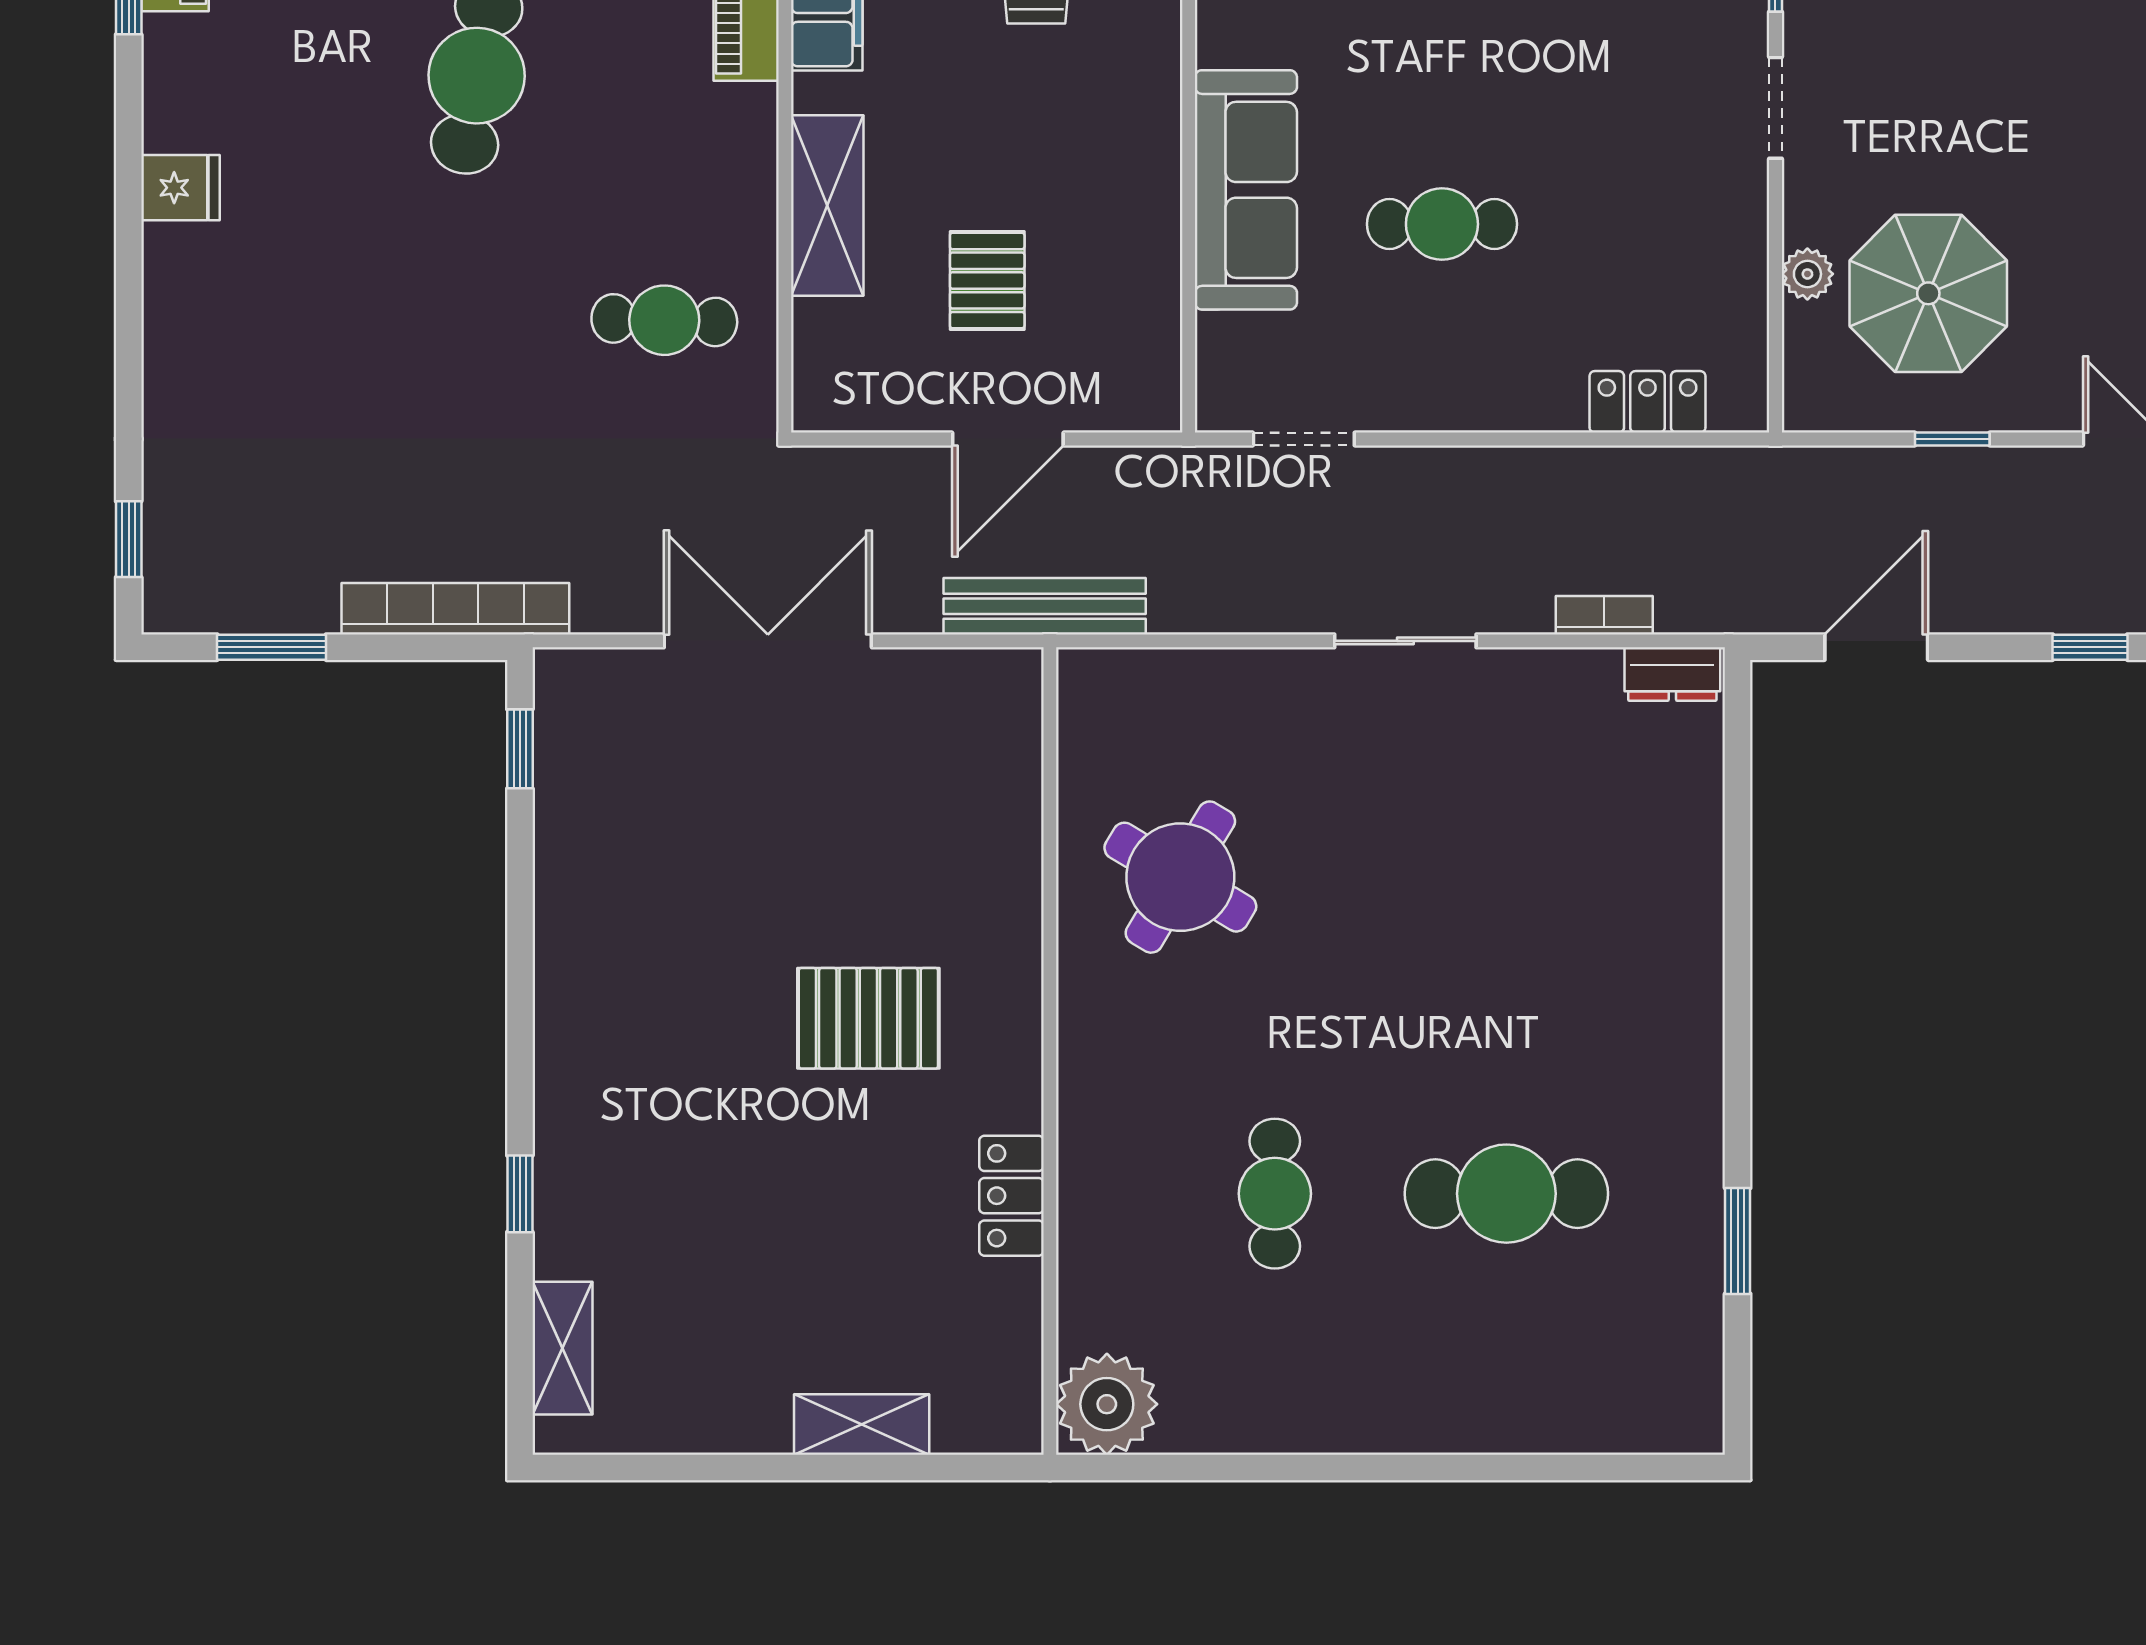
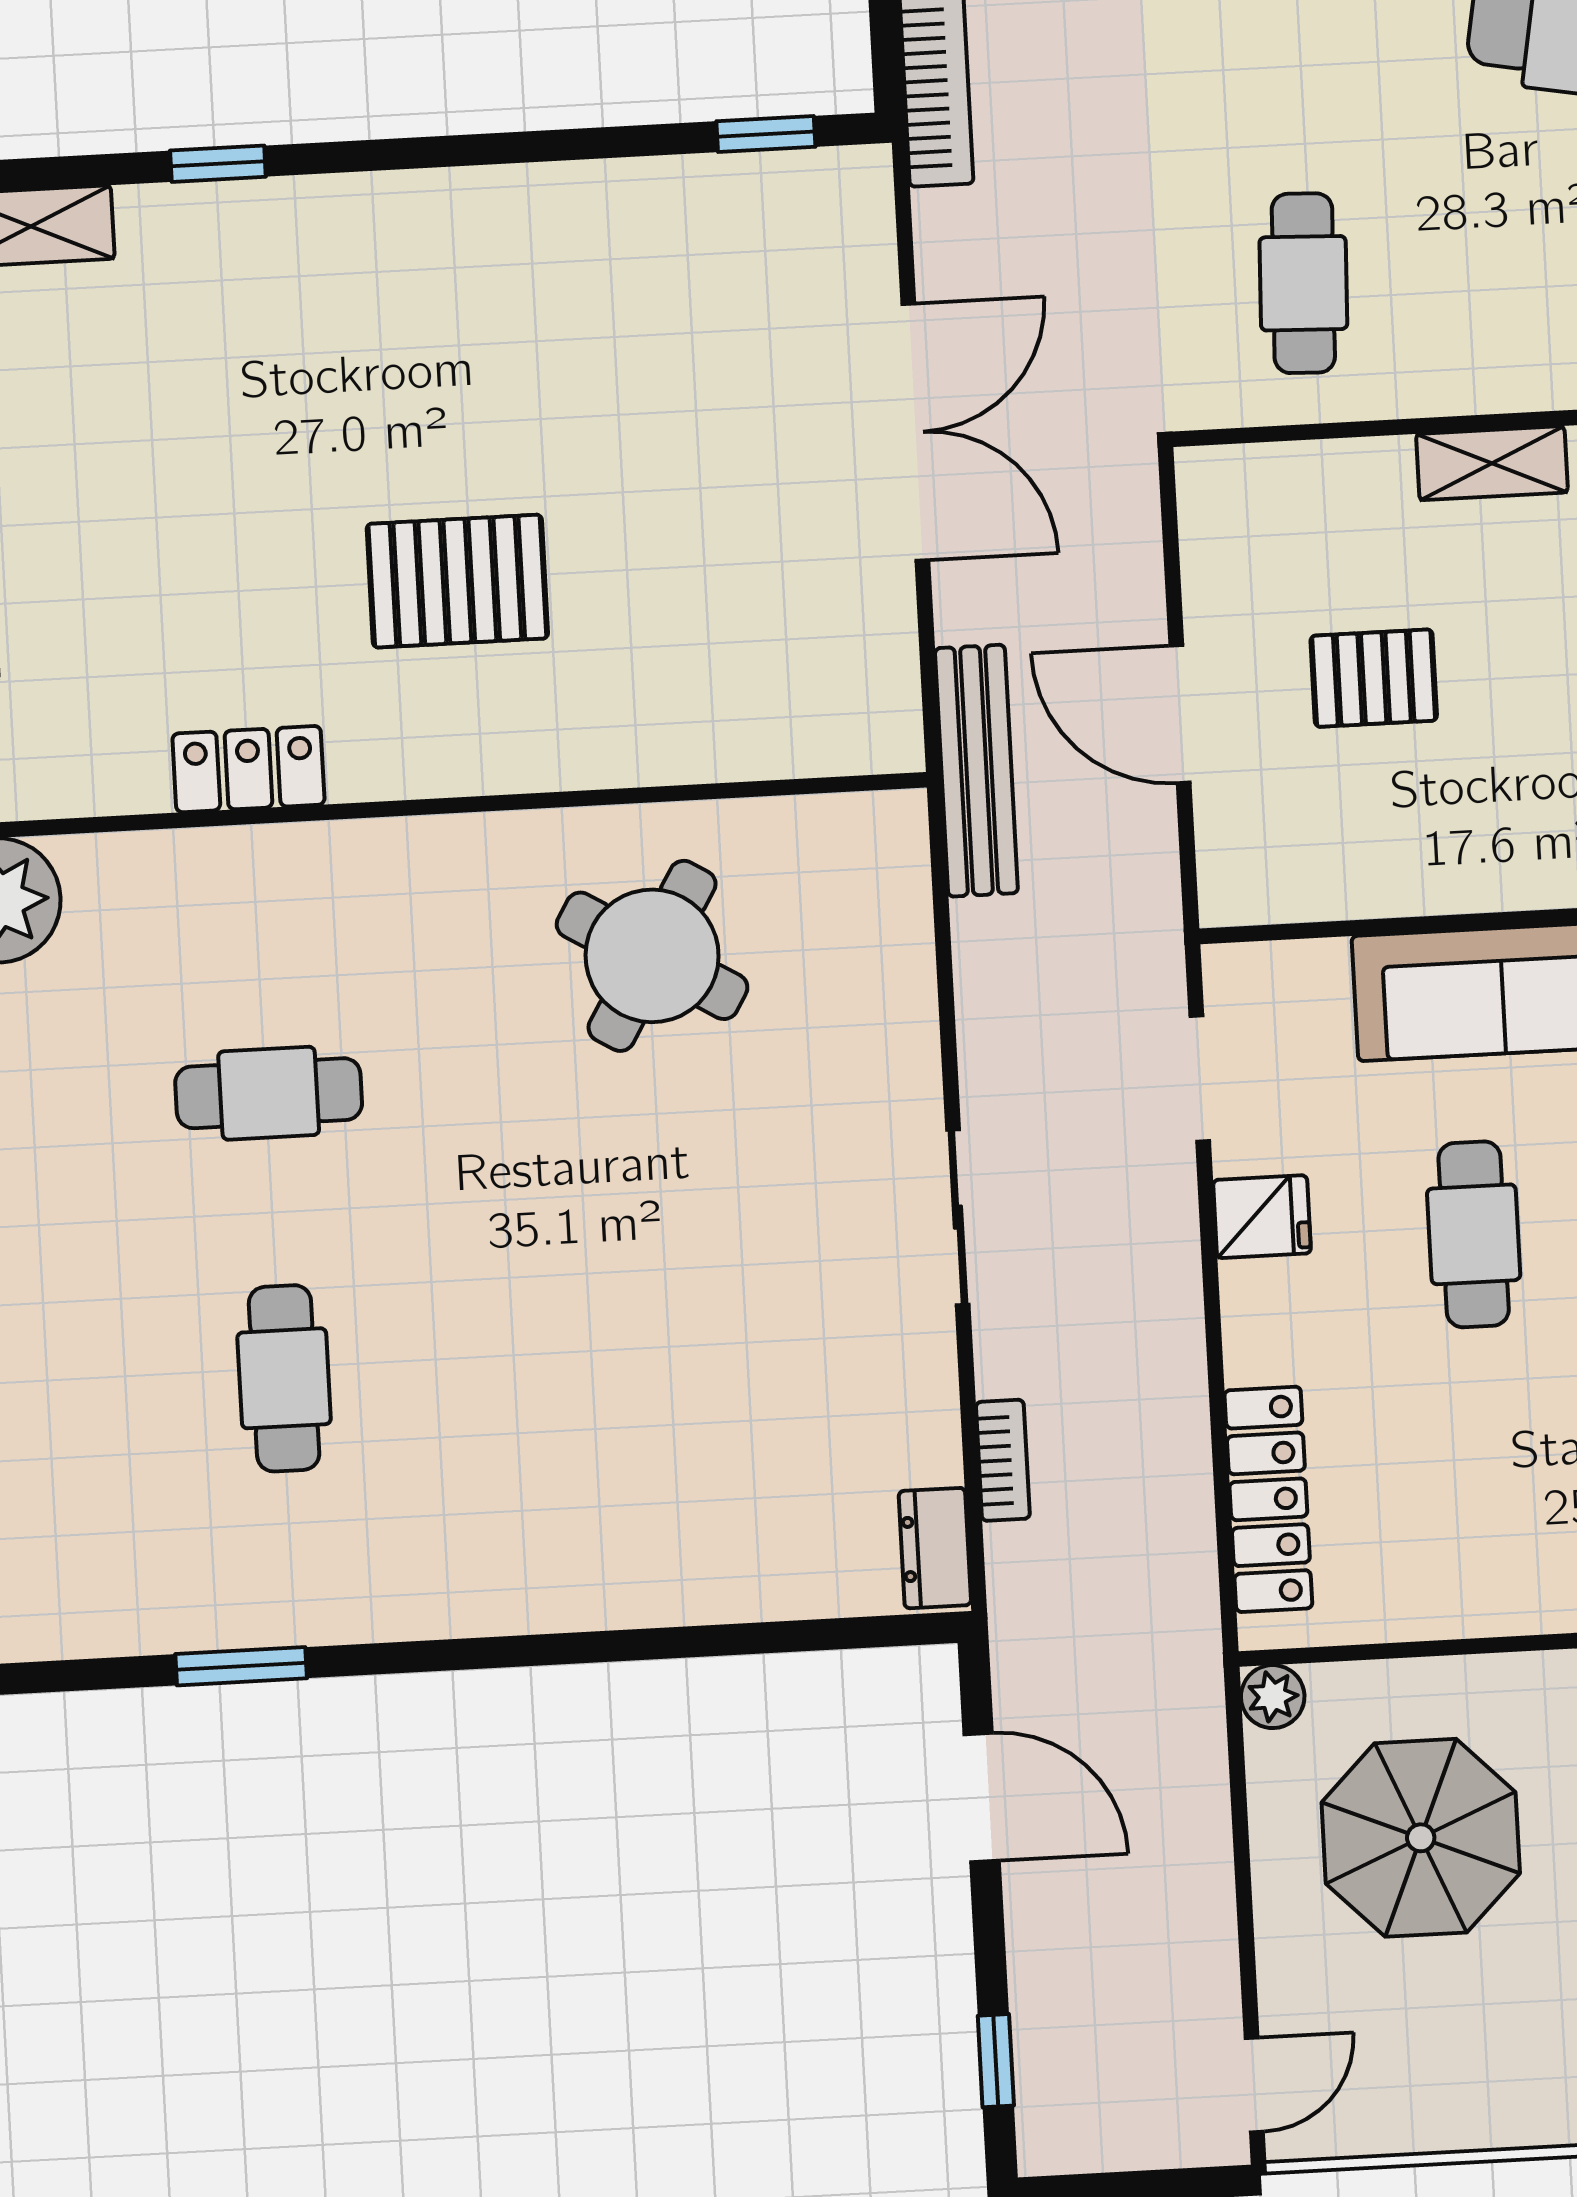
shelving: (827, 206) -> (1492, 463), width x0.67, depth x0.75
plant: (1807, 274) -> (1273, 1697), moved
fridge: (1418, 395) -> (1262, 1217), added
locker: (1647, 402) -> (1268, 1499), width x1.53
window: (1952, 439) -> (1243, 1877), removed
pallet: (868, 1018) -> (457, 581), turned 90
cafe table: (1506, 1194) -> (284, 1378), width x0.73, depth x0.74

